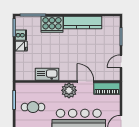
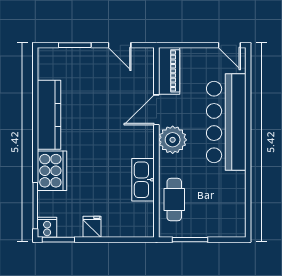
cooker: (21, 35) -> (47, 227), moved
cafe table: (33, 107) -> (174, 200), moved

